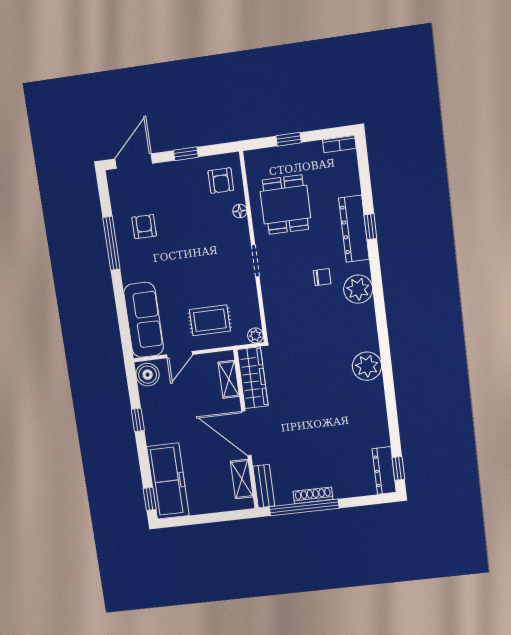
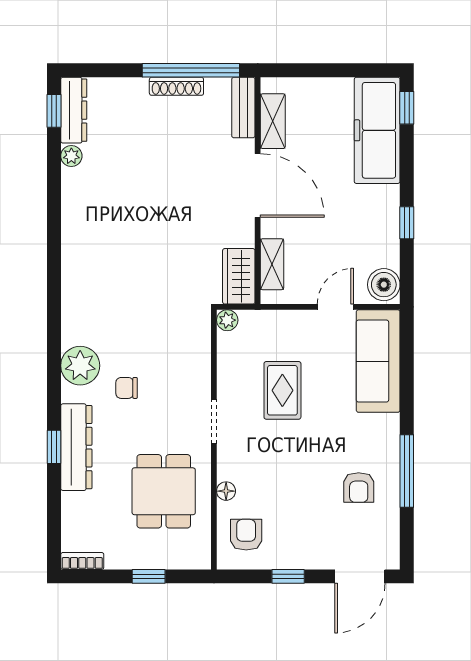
rug: (210, 320) -> (282, 390), moved, turned 90
plant: (367, 366) -> (71, 156), moved, width x0.53, depth x0.53
wardrobe: (253, 378) -> (239, 276), width x0.67

